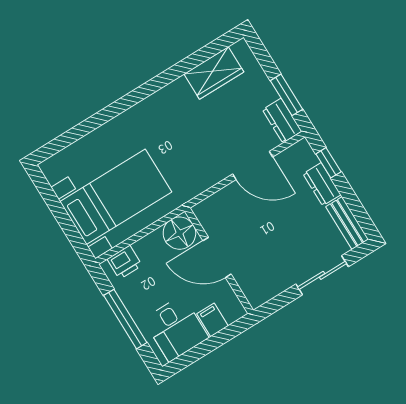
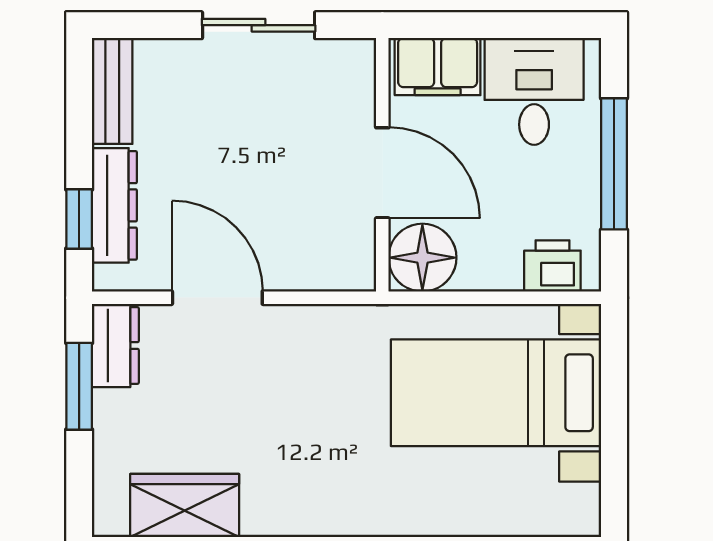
dresser: (322, 184) -> (114, 205), width x1.44
sliding door: (322, 275) -> (259, 25), moved
filing cabinet: (213, 320) -> (438, 67), width x2.00

